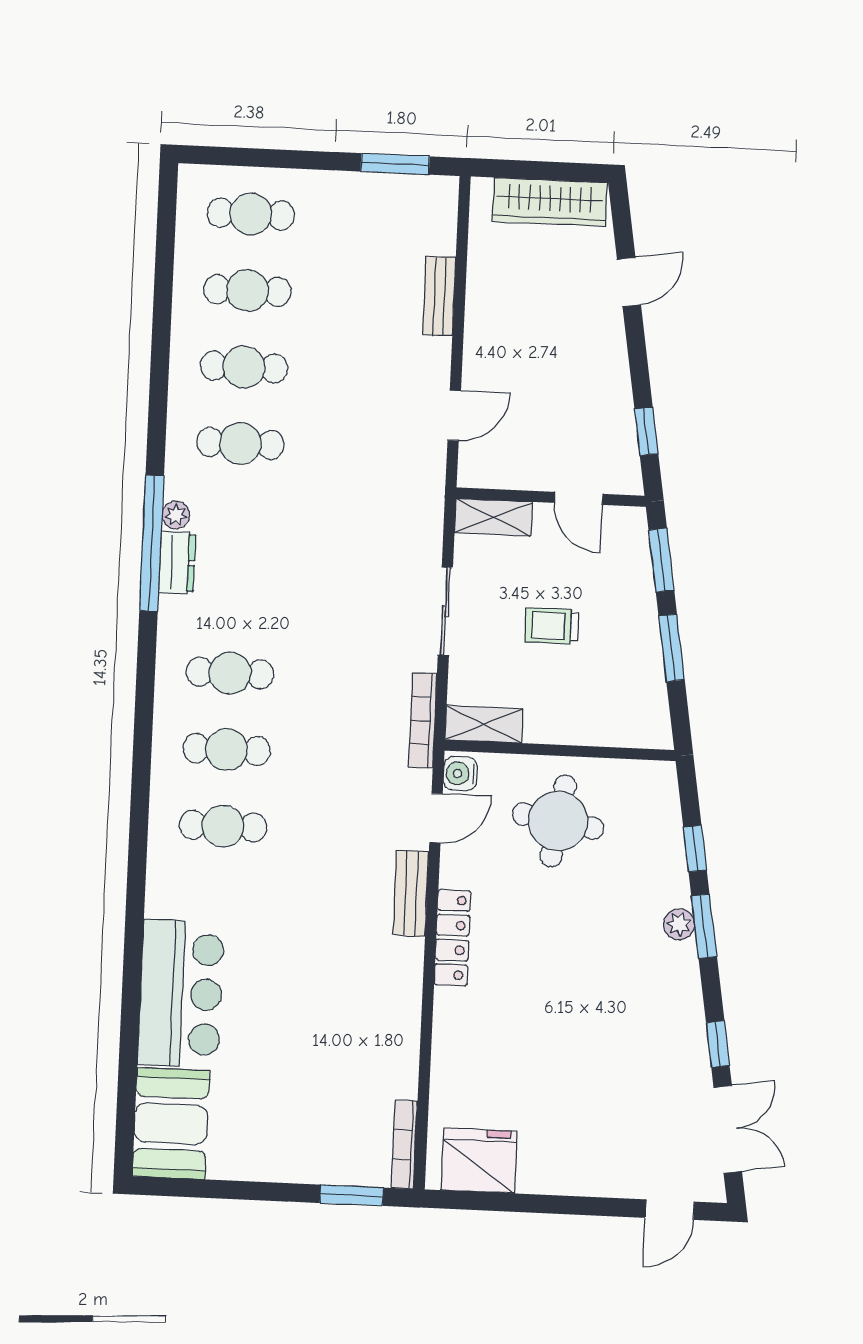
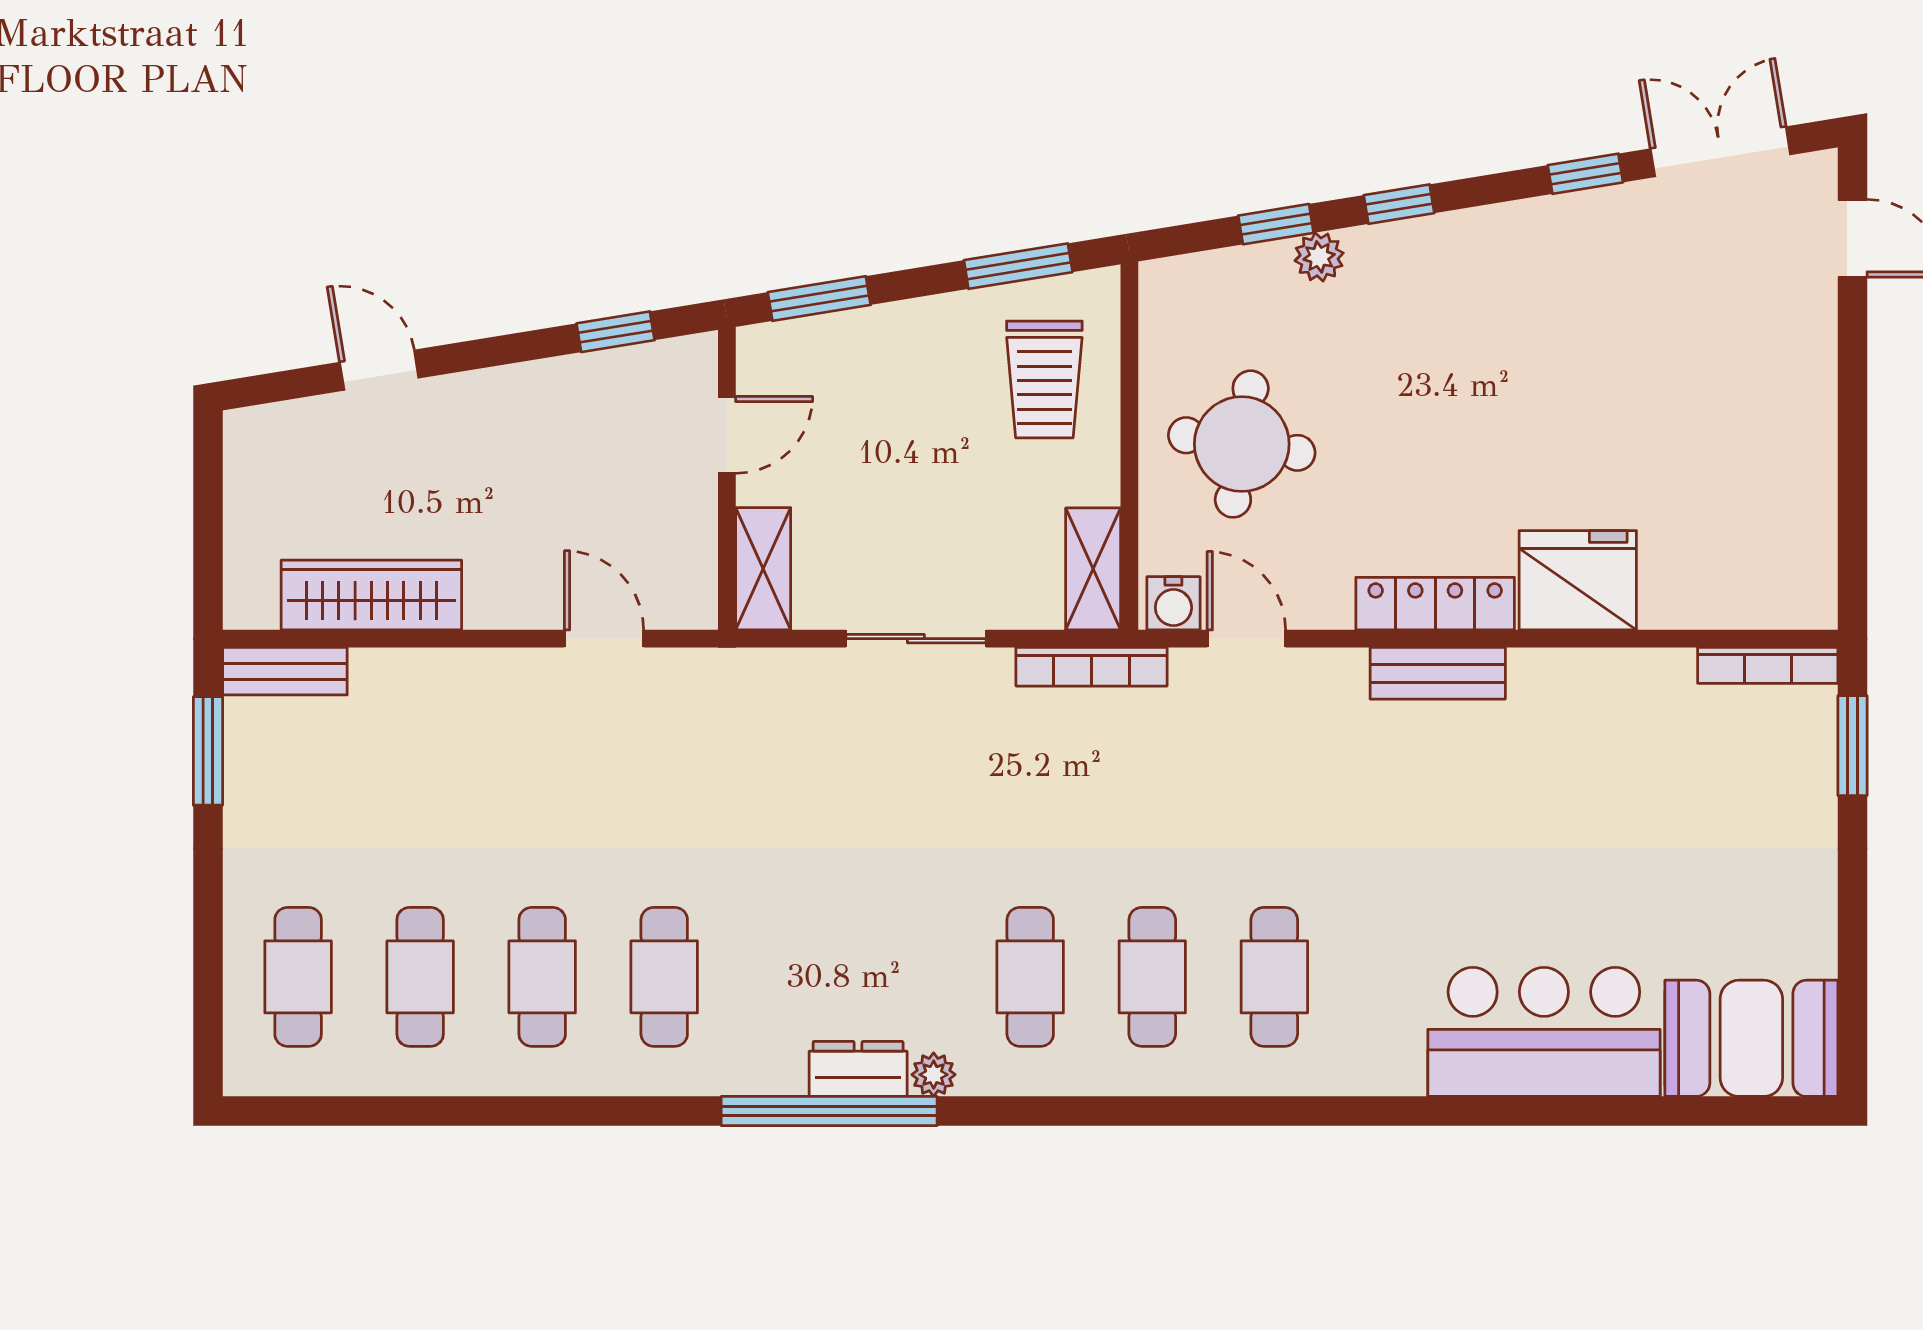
wardrobe: (550, 202) -> (371, 595), moved, turned -90
bench: (439, 296) -> (285, 671), moved
plant: (176, 515) -> (934, 1075), moved
trolley: (552, 626) -> (1044, 380), moved, width x1.36, depth x1.39
window: (672, 648) -> (1018, 266), moved
bench: (411, 893) -> (1438, 673), moved
plant: (679, 924) -> (1319, 257), moved
window: (704, 926) -> (1399, 204), width x0.67
fridge: (479, 1161) -> (1578, 580), moved, turned 90

